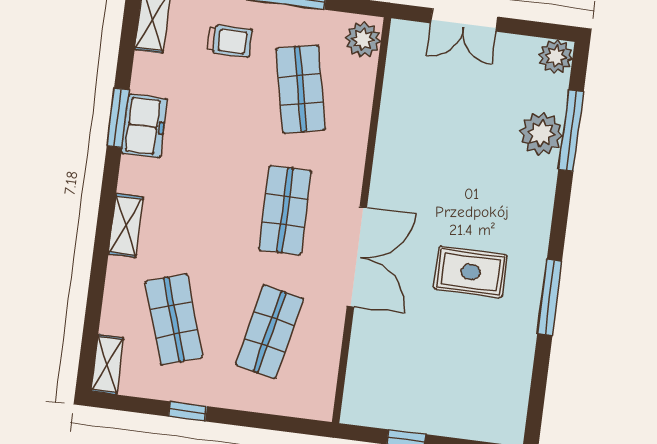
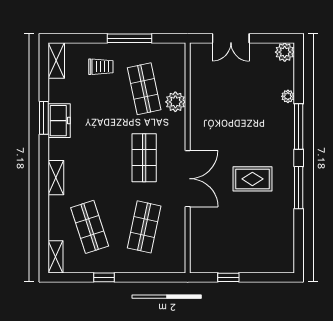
plant: (363, 40) -> (175, 102), moved
window: (571, 131) -> (299, 127), moved
plant: (541, 134) -> (288, 96), width x0.53, depth x0.53

